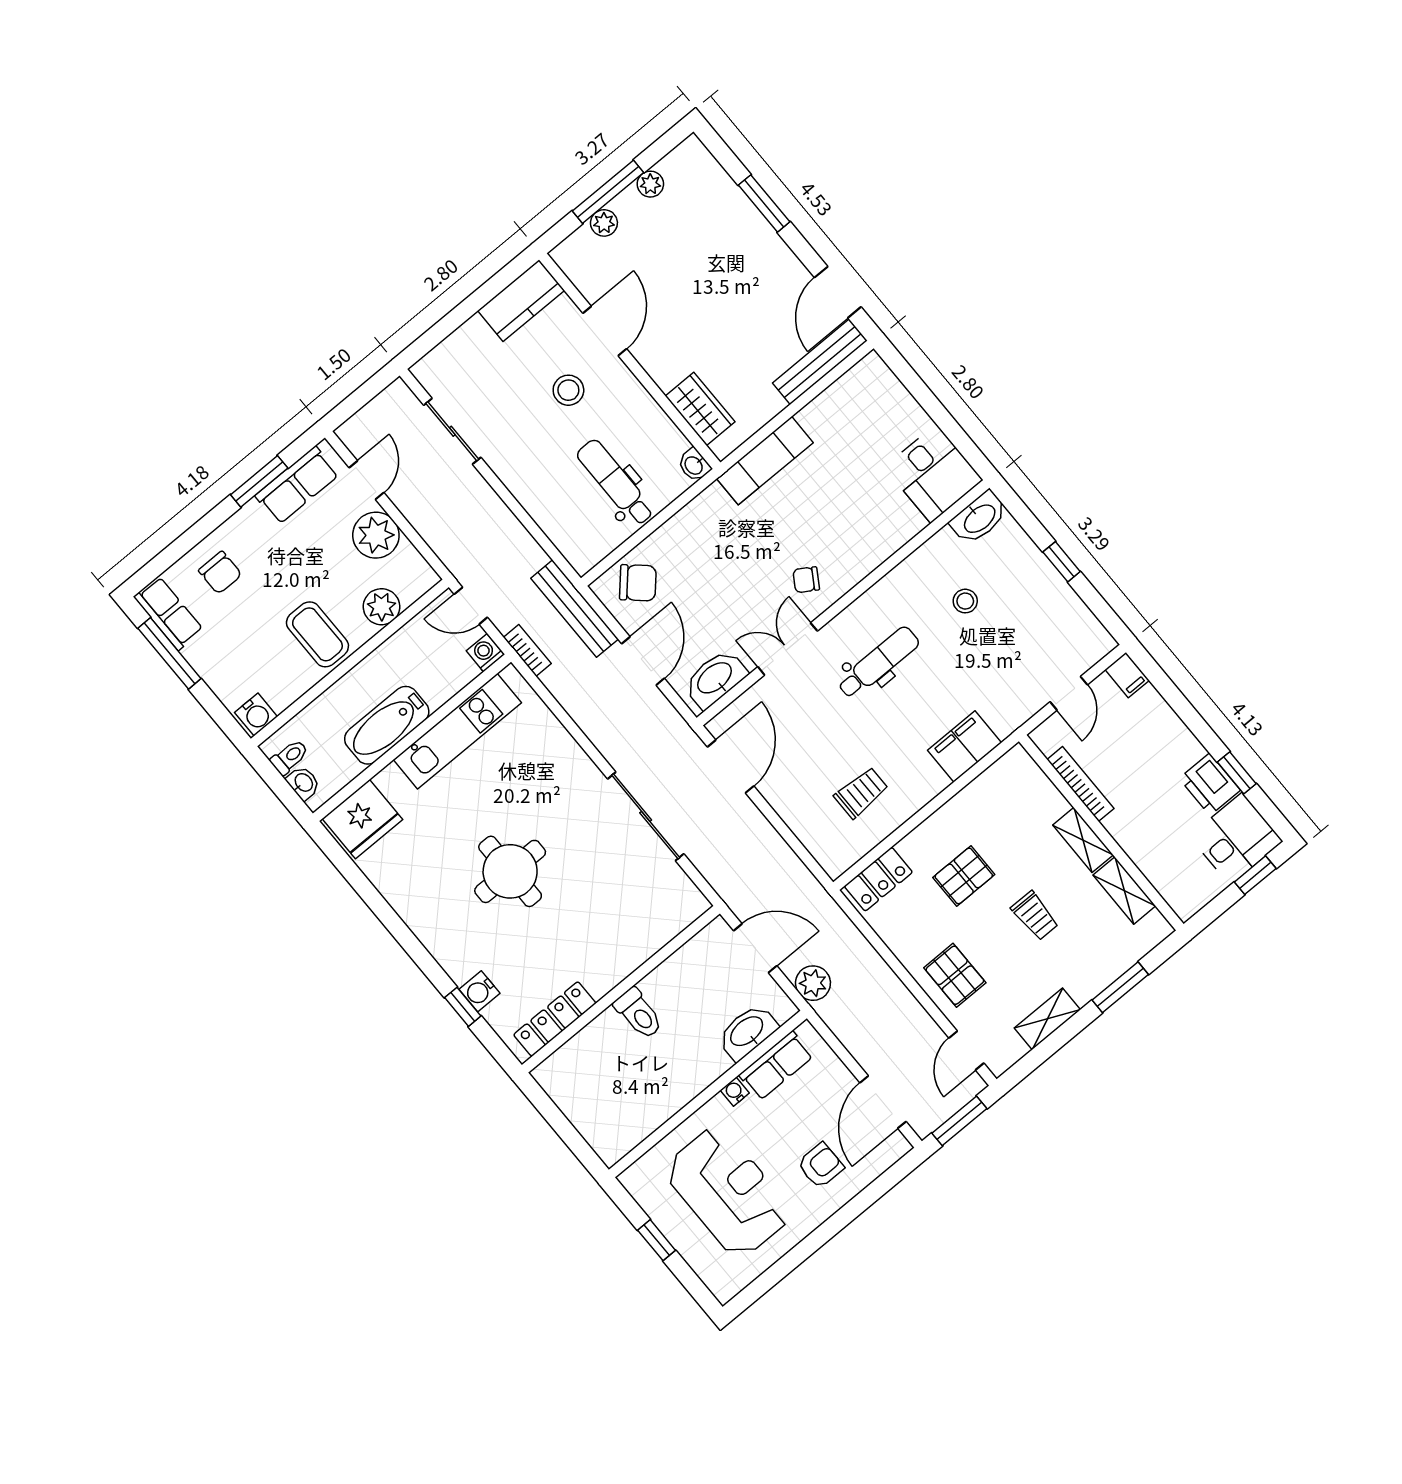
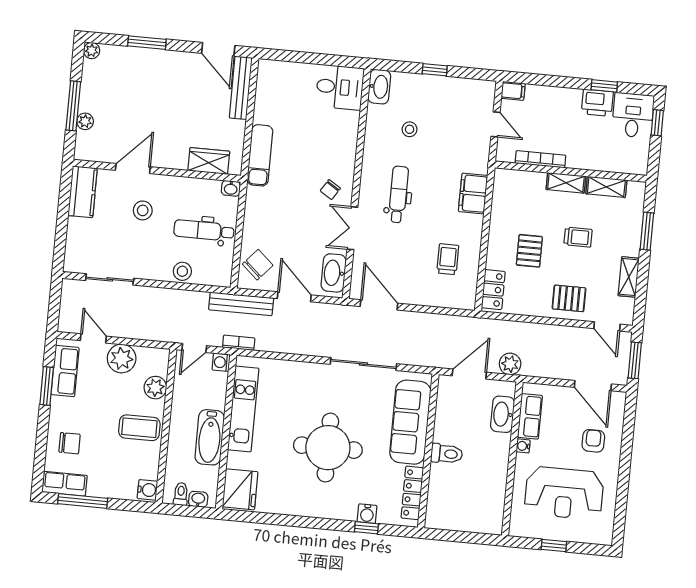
plant: (650, 184) -> (92, 51), moved
door: (605, 331) -> (133, 168), hinge flipped
stool: (544, 505) -> (182, 271), added
round table: (510, 871) -> (328, 448), width x1.36, depth x1.36
sofa: (633, 936) -> (410, 422), added
reception desk: (728, 1192) -> (564, 493), turned 180

